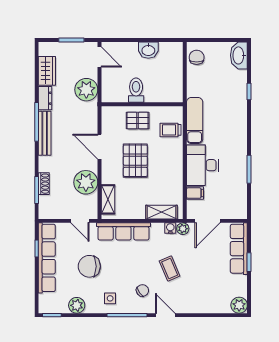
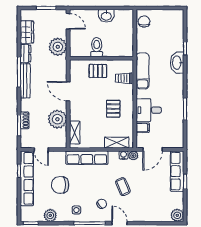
washbasin: (239, 55) -> (177, 63), moved
pallet: (135, 161) -> (113, 109), moved, width x0.67, depth x0.71
desk: (203, 165) -> (149, 110), width x0.73
door: (80, 221) -> (41, 149), moved

